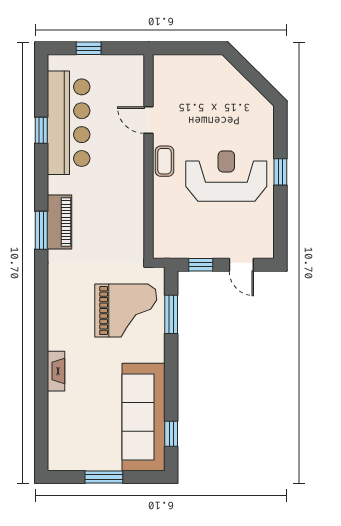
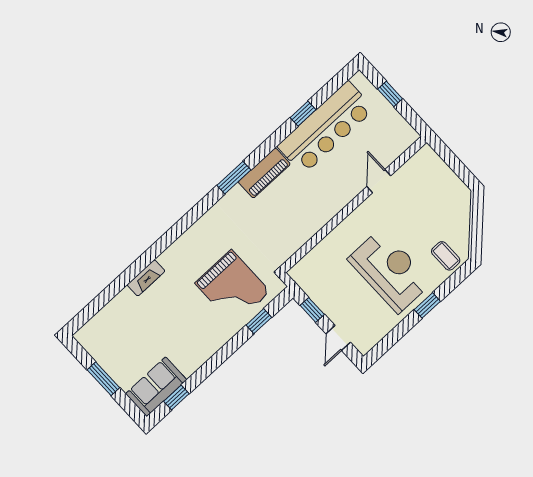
coffee table: (164, 161) -> (446, 256), moved, turned 90
piano: (60, 222) -> (264, 173), moved
window: (171, 314) -> (259, 321), width x0.67
sofa: (144, 417) -> (156, 387), width x0.54, depth x0.79

